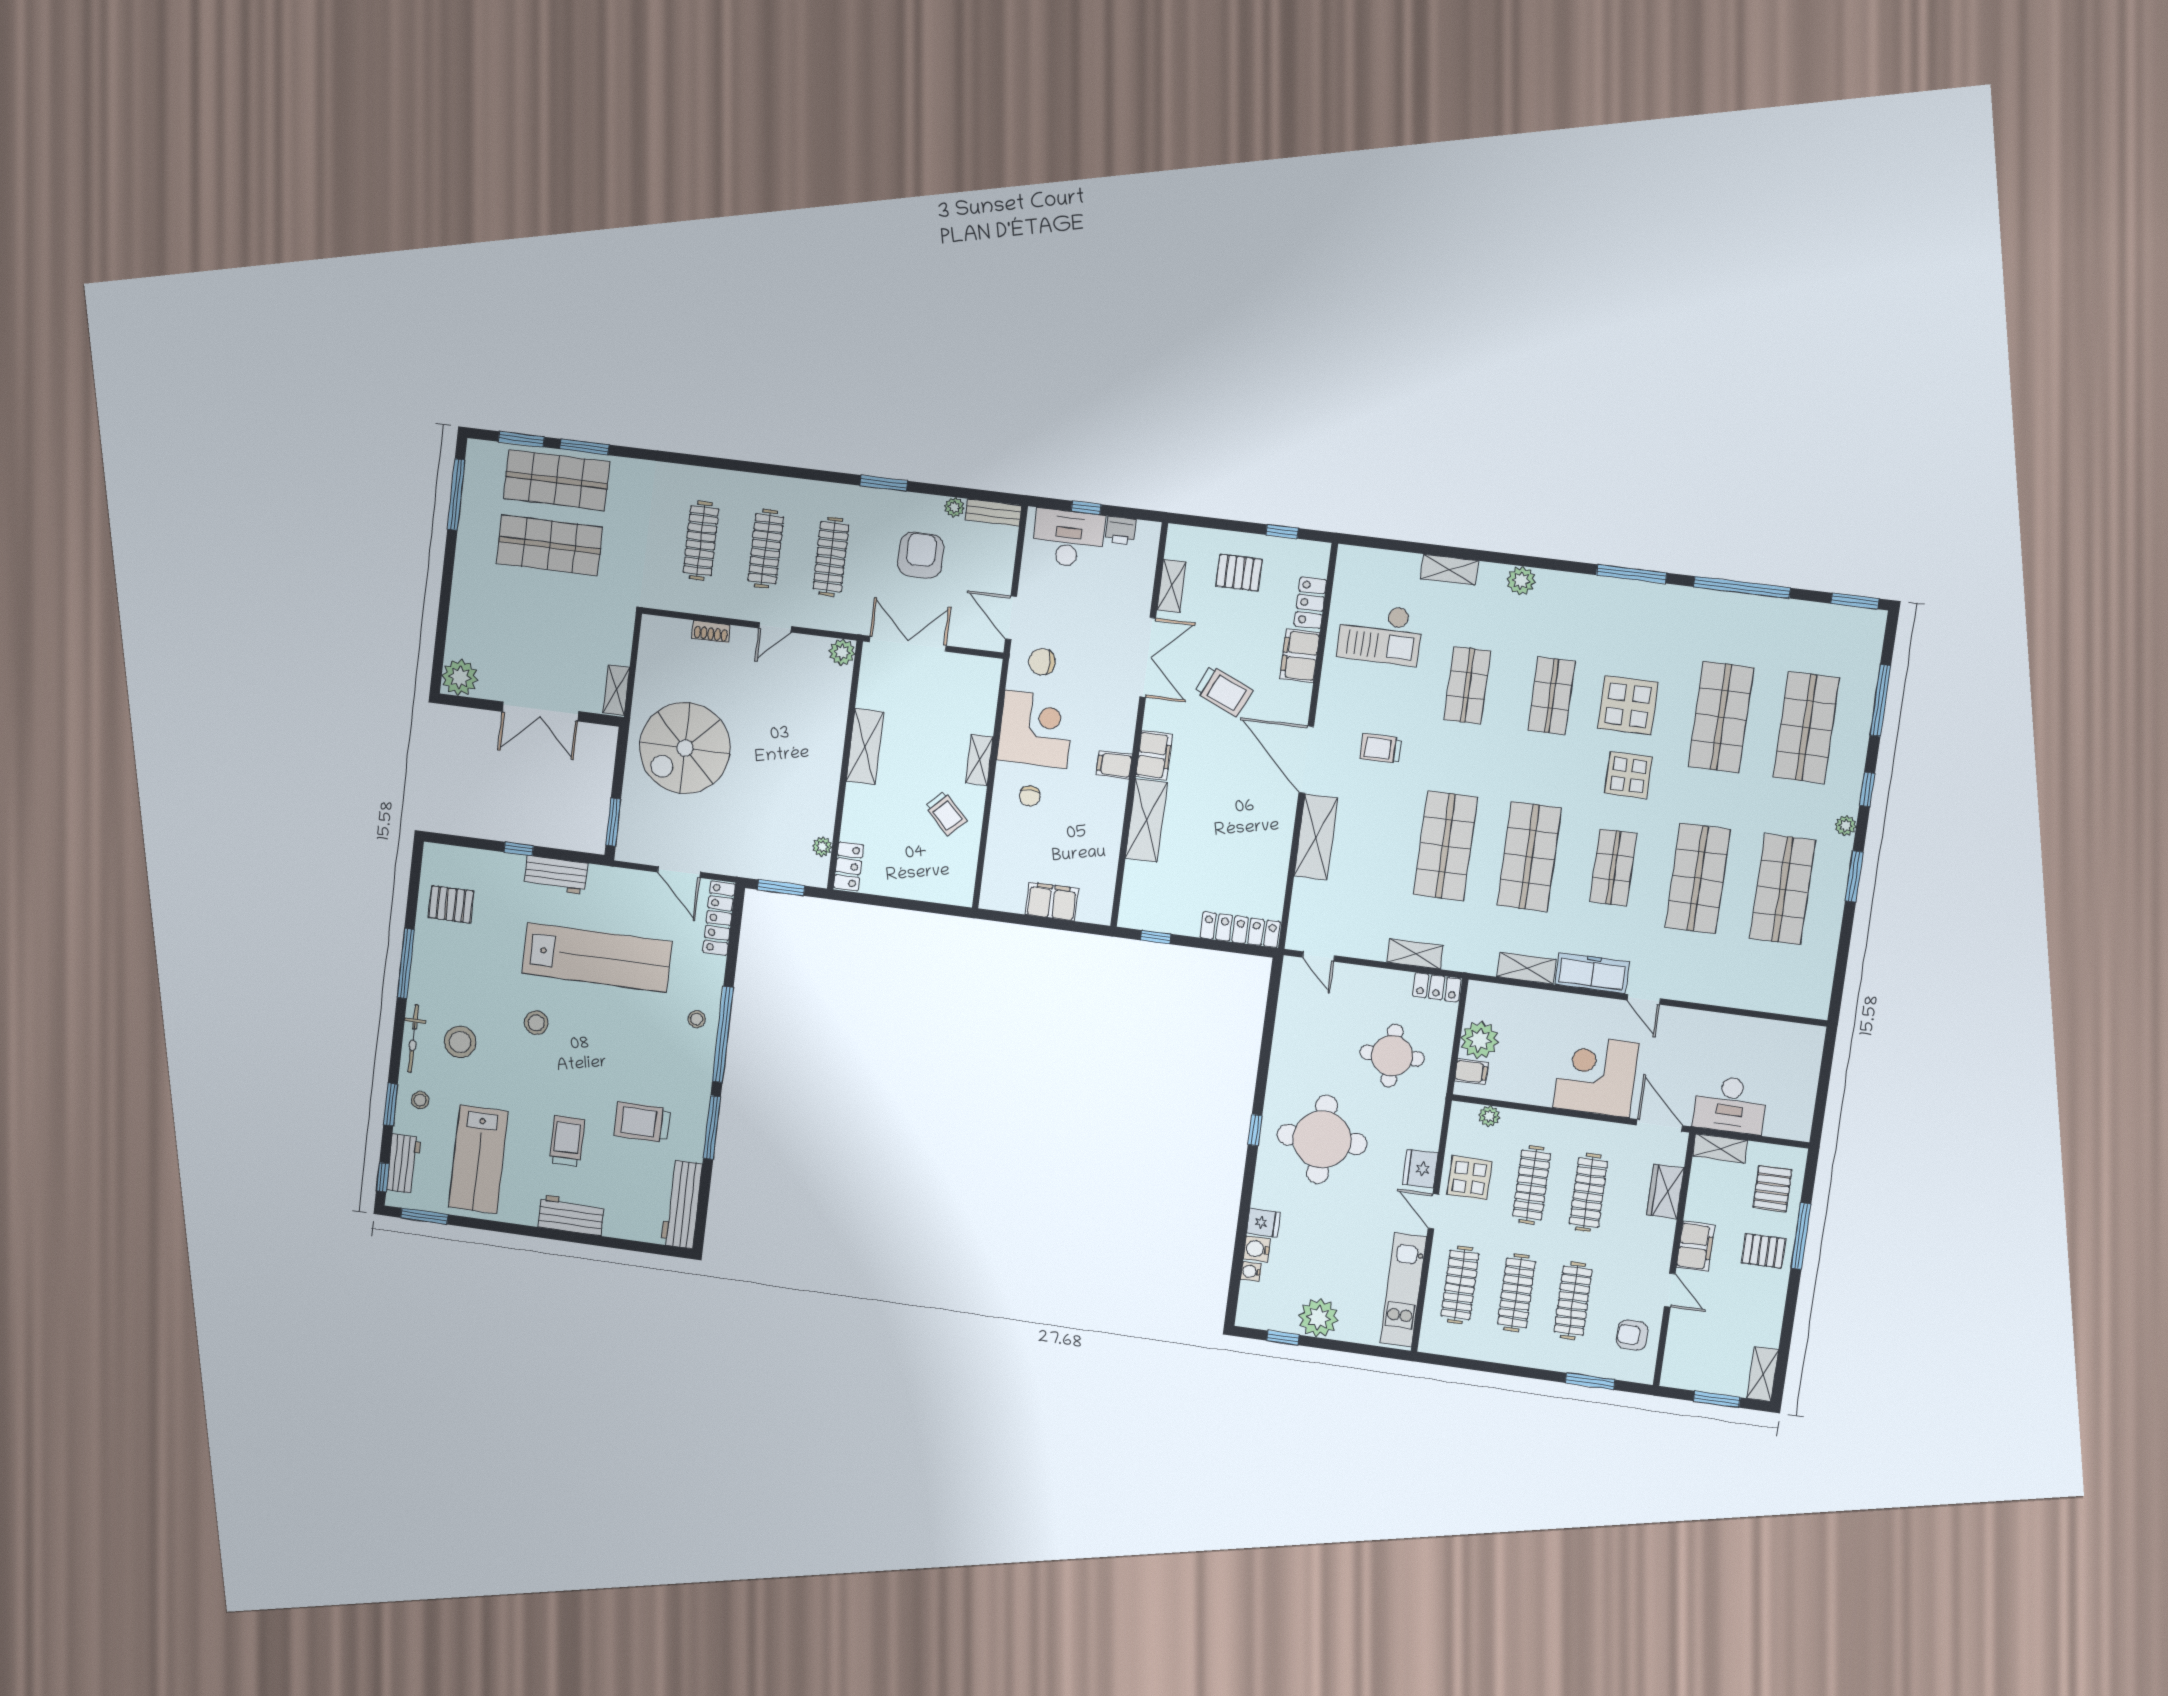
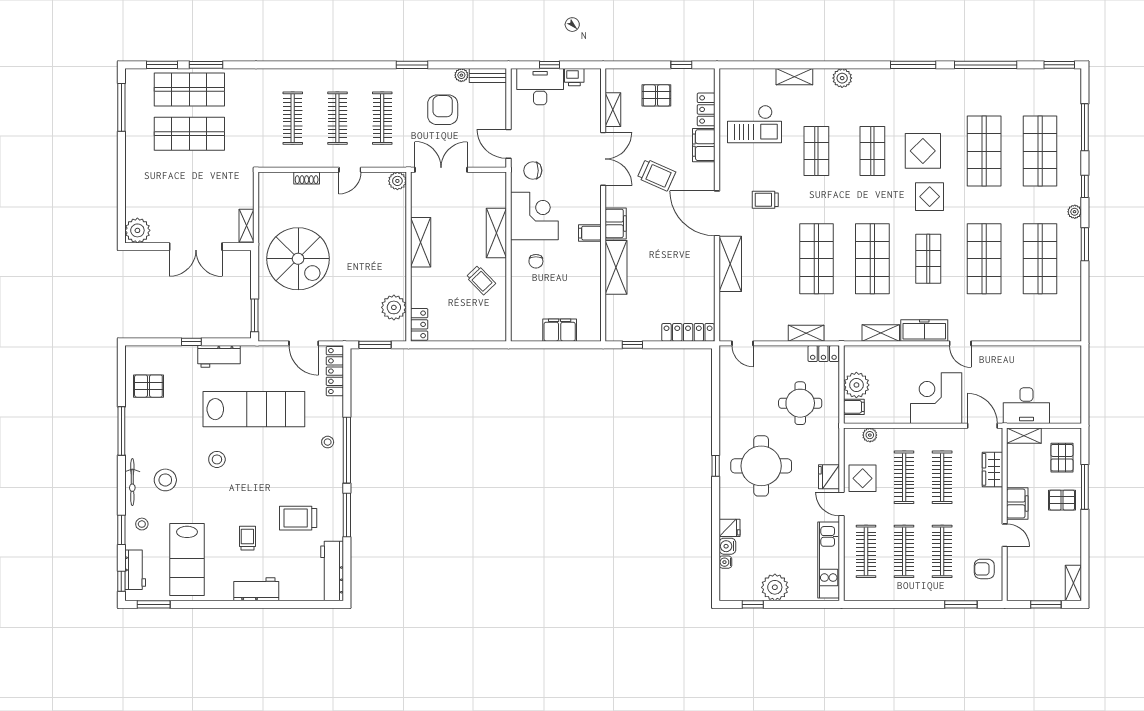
spiral stairs: (685, 748) -> (298, 259), turned -90
shelving: (979, 760) -> (496, 233), width x1.50, depth x1.33
plant: (822, 847) -> (394, 307), width x1.87, depth x1.87
trolley: (567, 1141) -> (247, 538), width x0.73, depth x0.72

